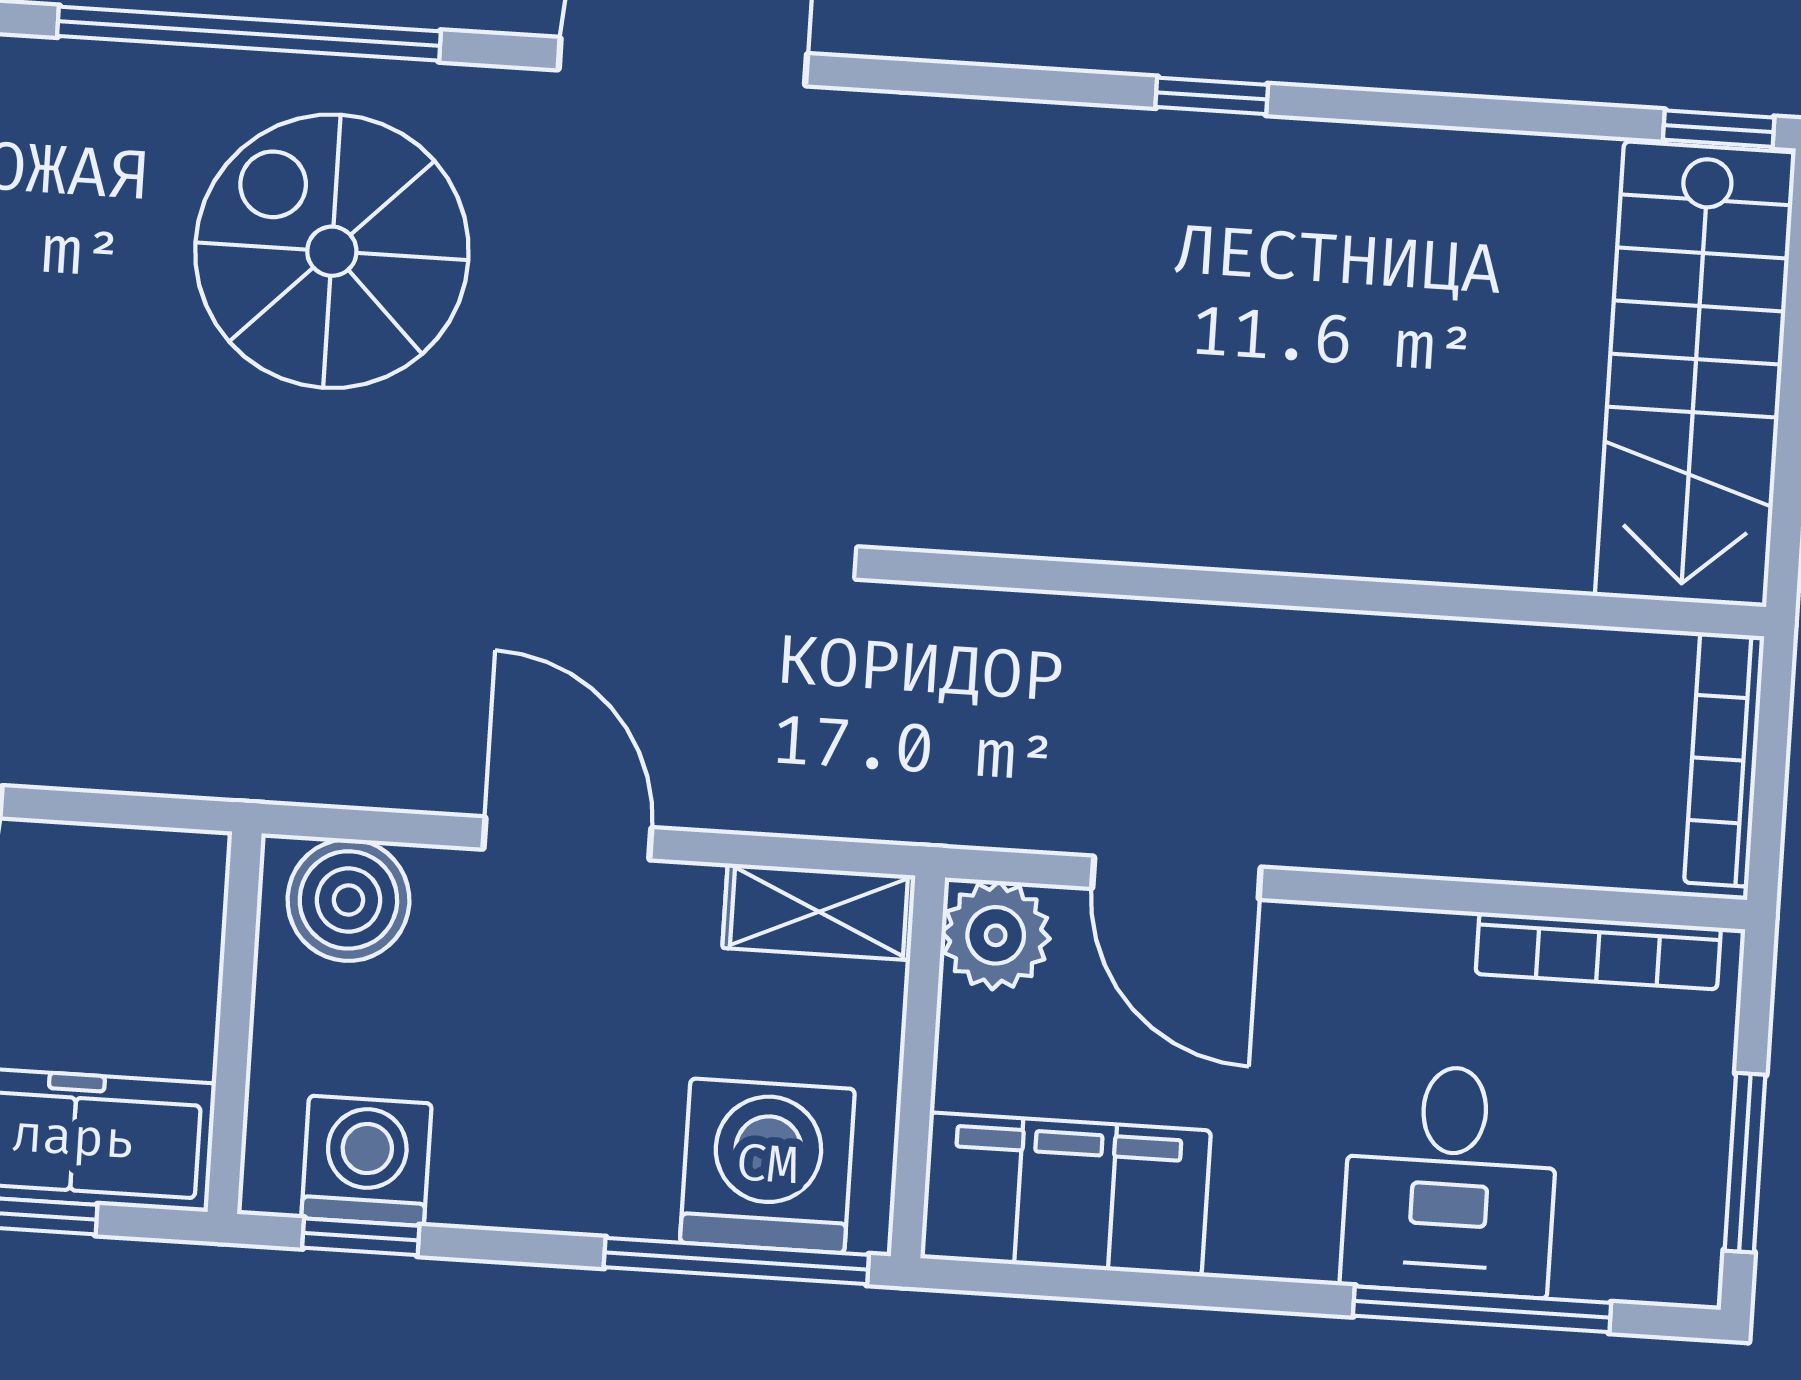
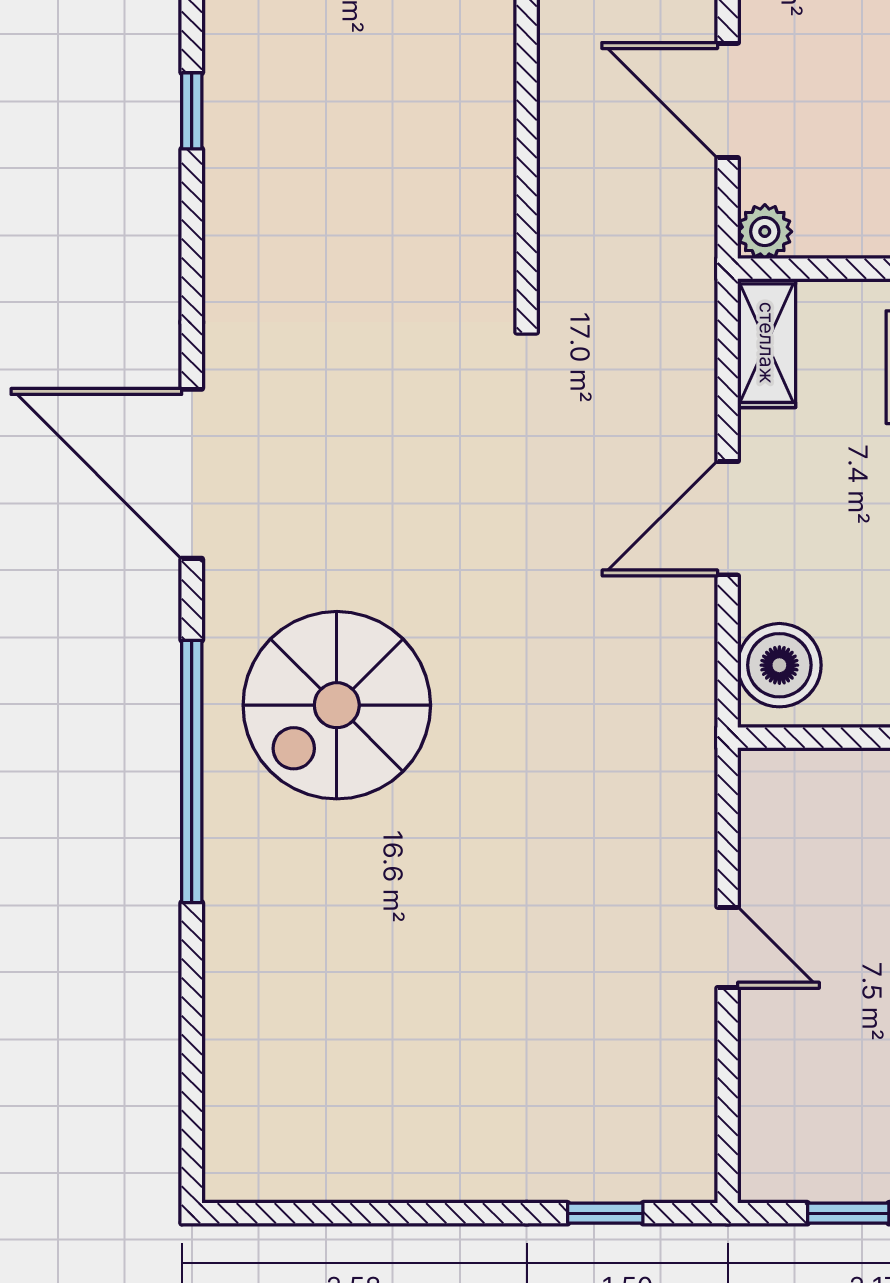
door: (1176, 878) -> (728, 100), swing flipped
plant: (996, 935) -> (765, 232), width x0.73, depth x0.73

